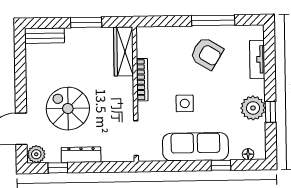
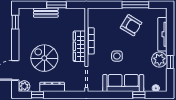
bench: (45, 36) -> (46, 13), moved
window: (20, 51) -> (15, 22), added
wardrobe: (123, 52) -> (79, 46), moved
tv unit: (257, 59) -> (162, 34), width x1.41

